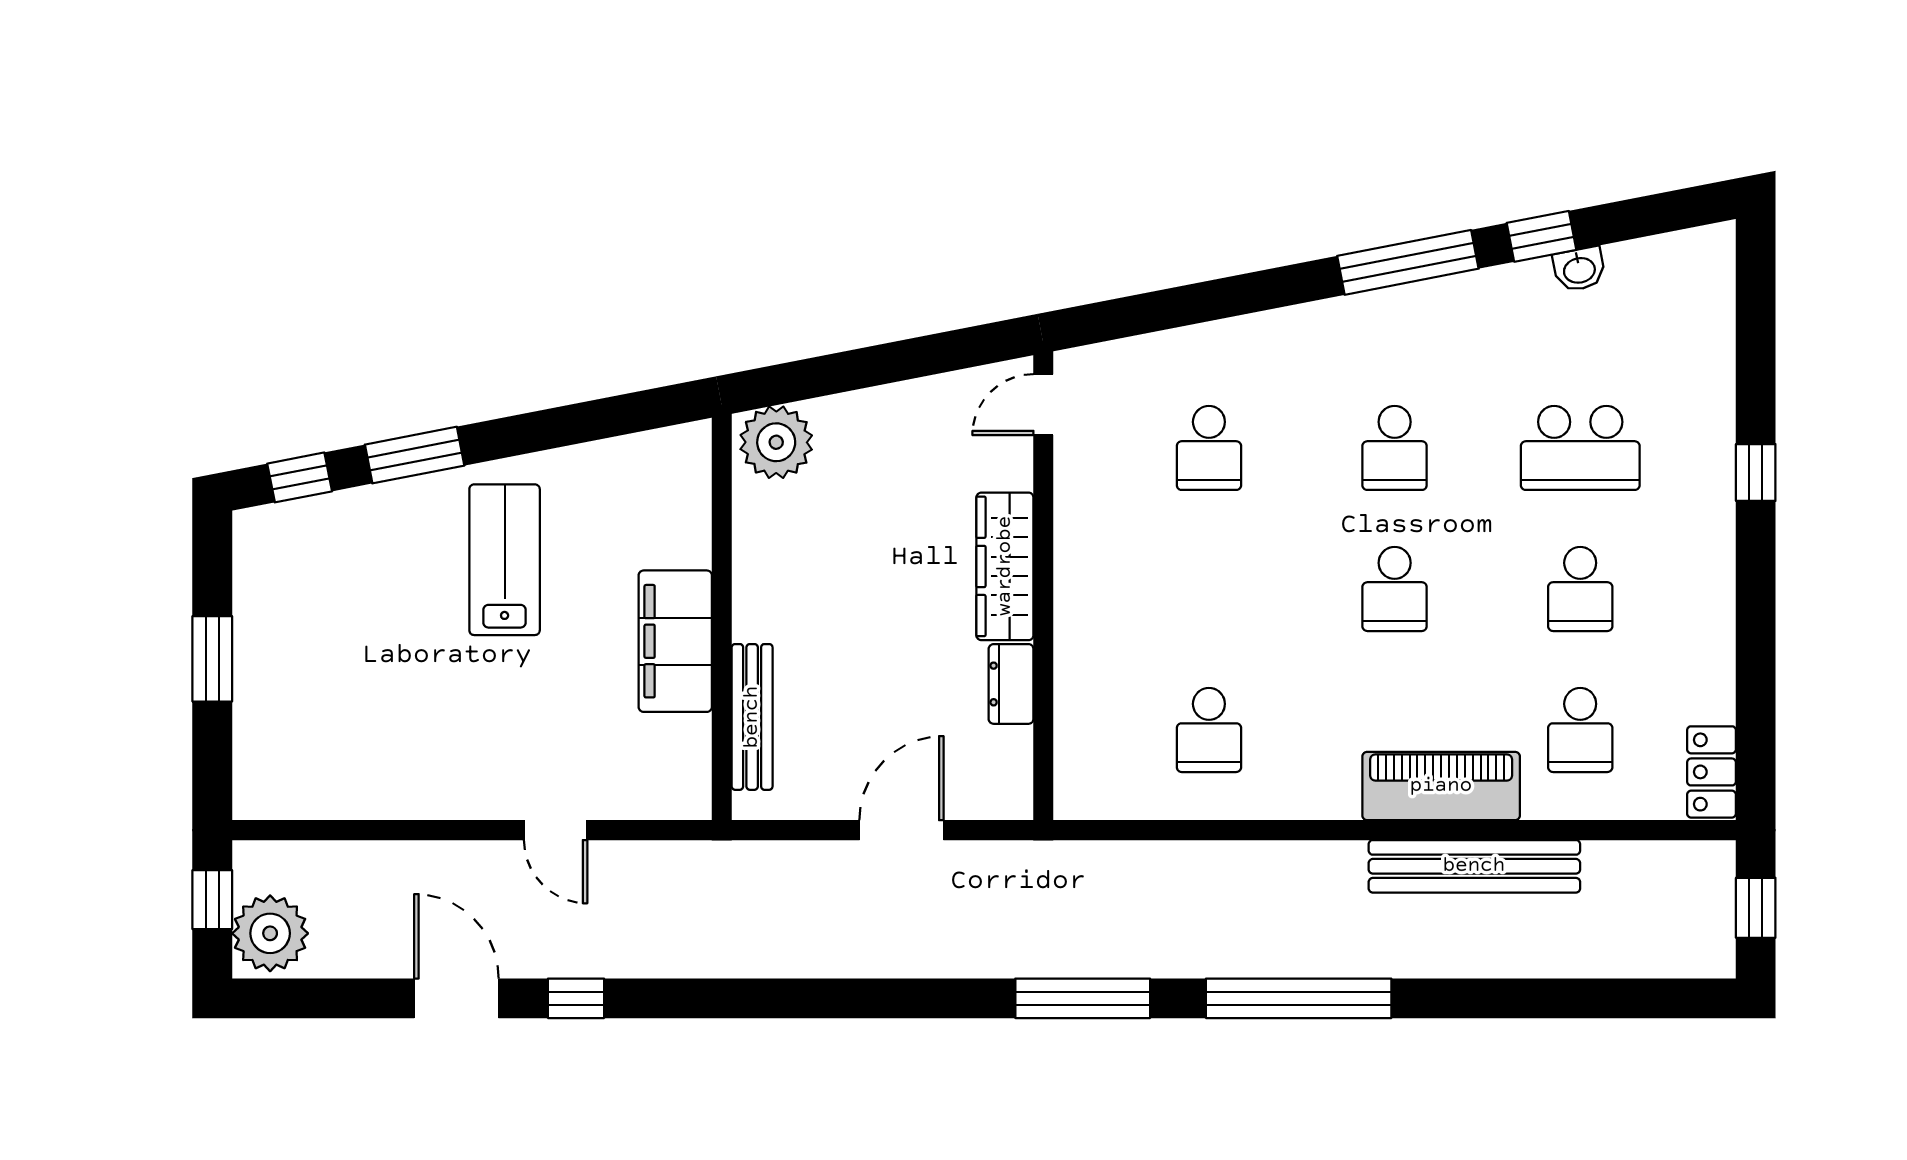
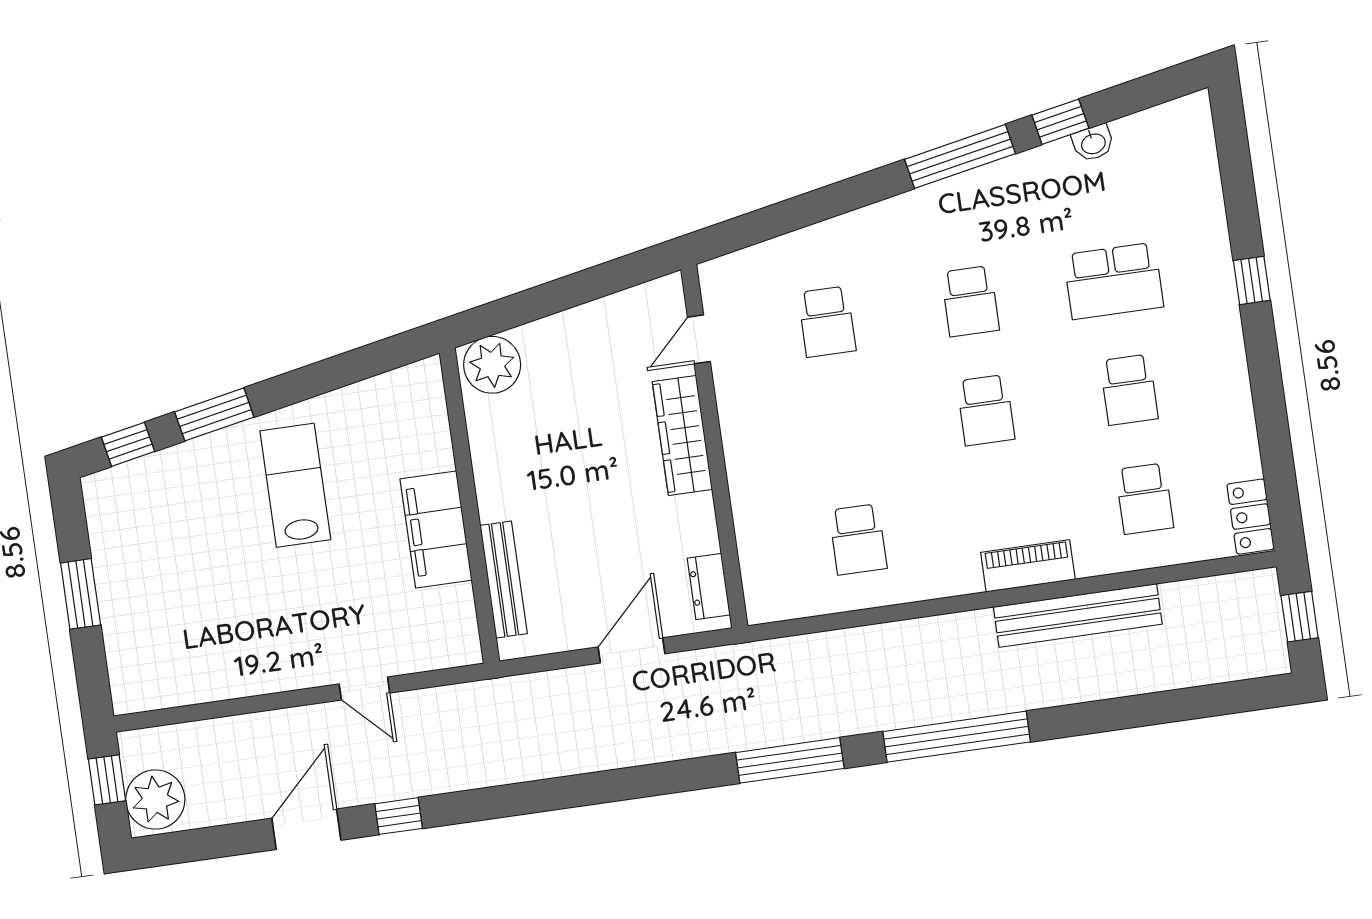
door: (1043, 405) -> (699, 339), moved
dresser: (1011, 684) -> (709, 587), moved
piano: (1441, 786) -> (1028, 566), width x0.73, depth x0.75
door: (456, 998) -> (306, 829), hinge flipped

